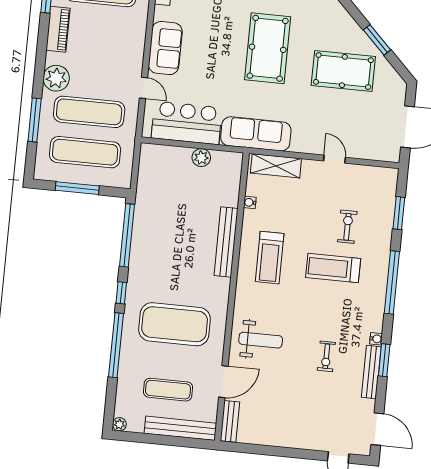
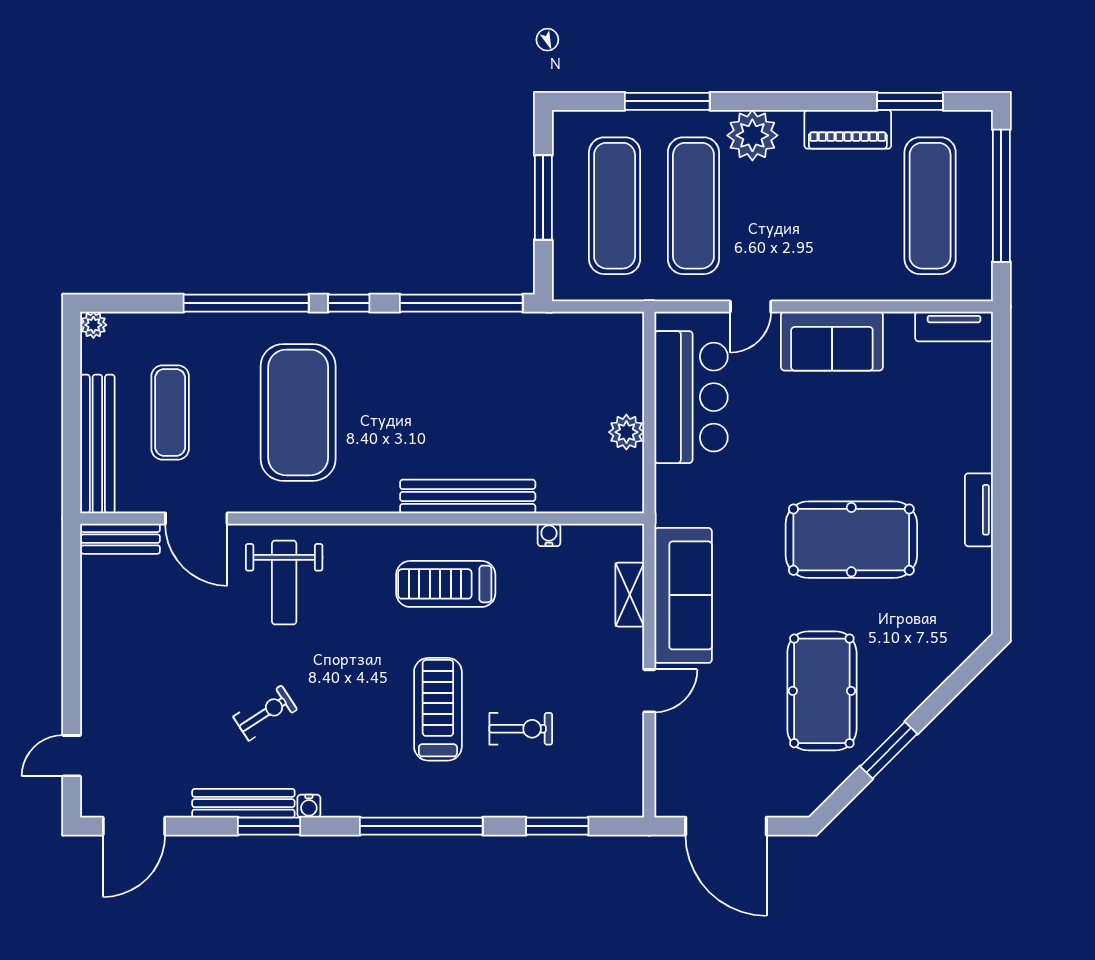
sofa: (256, 134) -> (683, 595), moved
shelving: (276, 166) -> (630, 595), width x0.67, depth x0.75
exercise bike: (326, 356) -> (265, 713), turned 147

